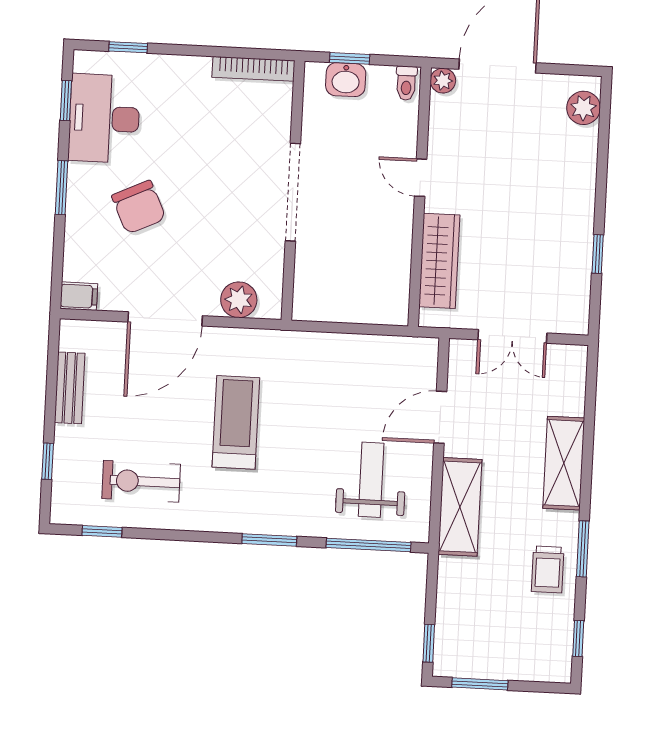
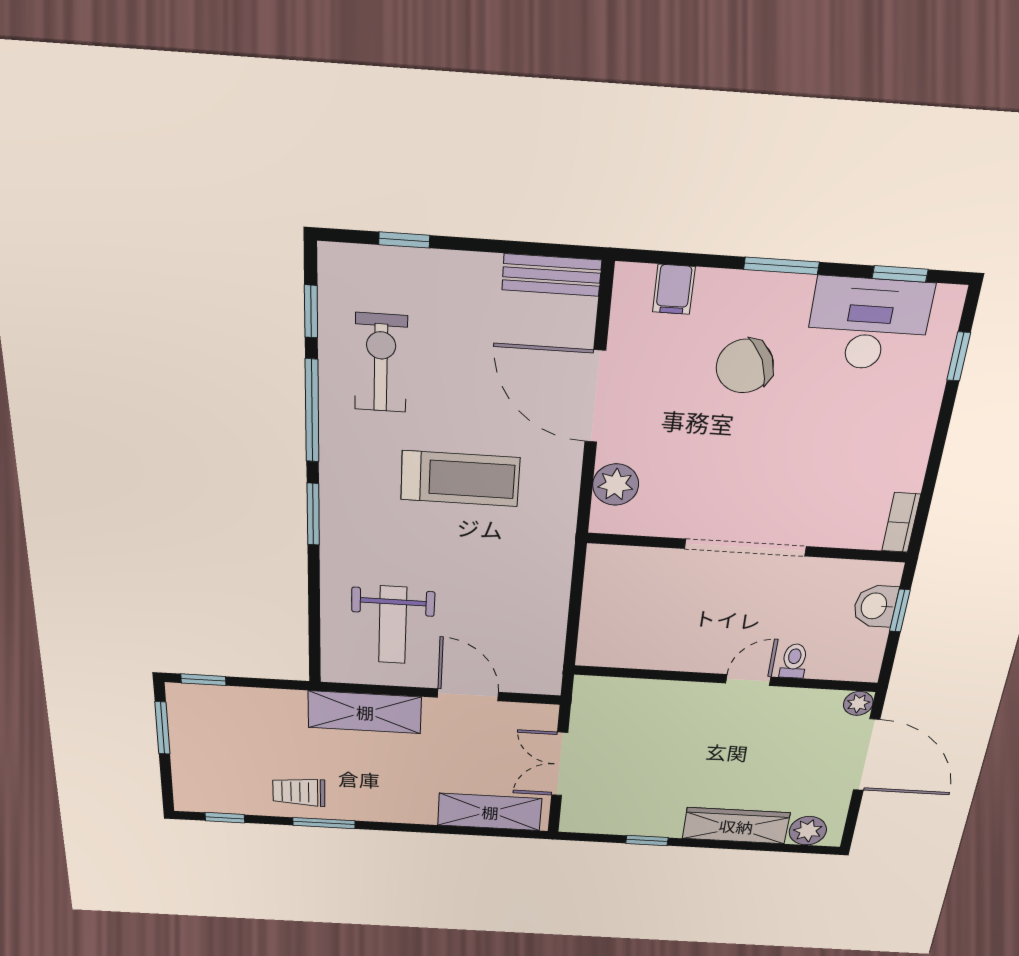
bookcase: (253, 69) -> (901, 523), width x0.64
toilet: (406, 83) -> (794, 661), moved, turned 90
wardrobe: (439, 261) -> (736, 826), moved, turned 180
filing cabinet: (79, 296) -> (674, 289), moved
bench: (70, 388) -> (552, 275), moved
shelving: (564, 463) -> (490, 812), moved
weight bench: (371, 480) -> (393, 625), turned 90
window: (368, 545) -> (312, 411), moved

